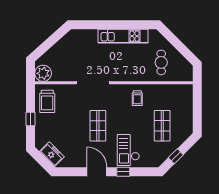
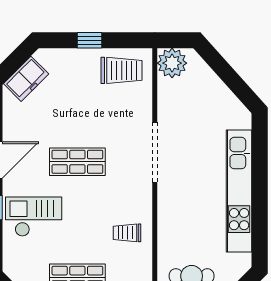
kitchen unit: (123, 36) -> (239, 191), width x1.36
trolley: (47, 101) -> (121, 70), turned 180

